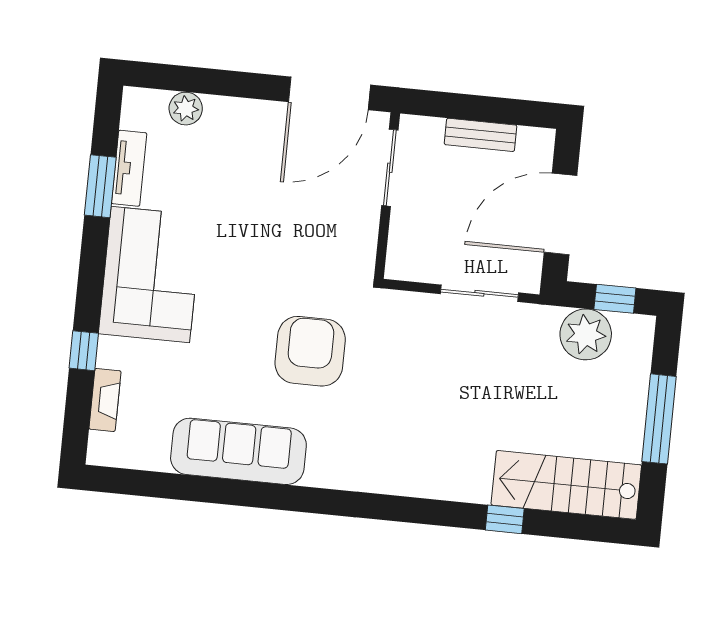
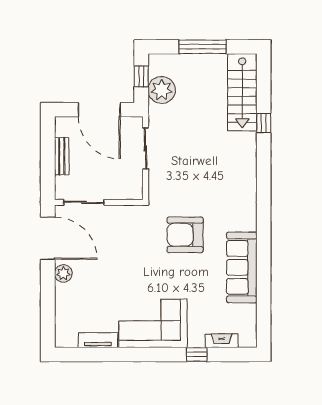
plant: (186, 109) -> (63, 273), moved
window: (100, 186) -> (109, 354), removed

